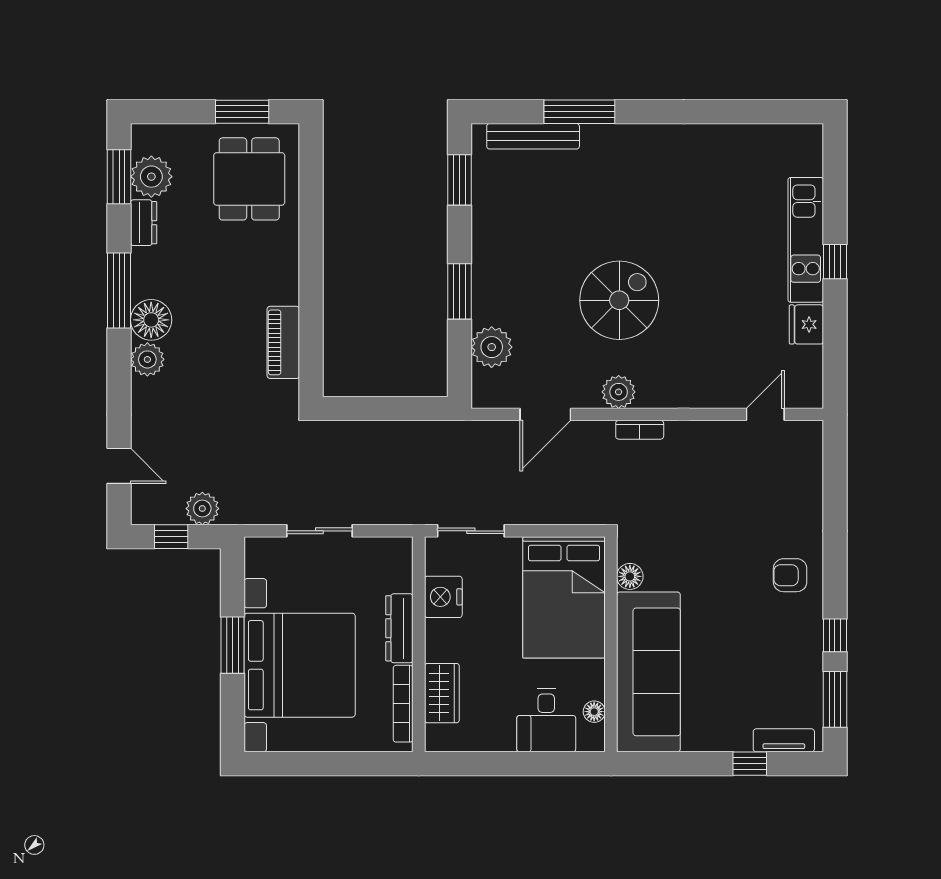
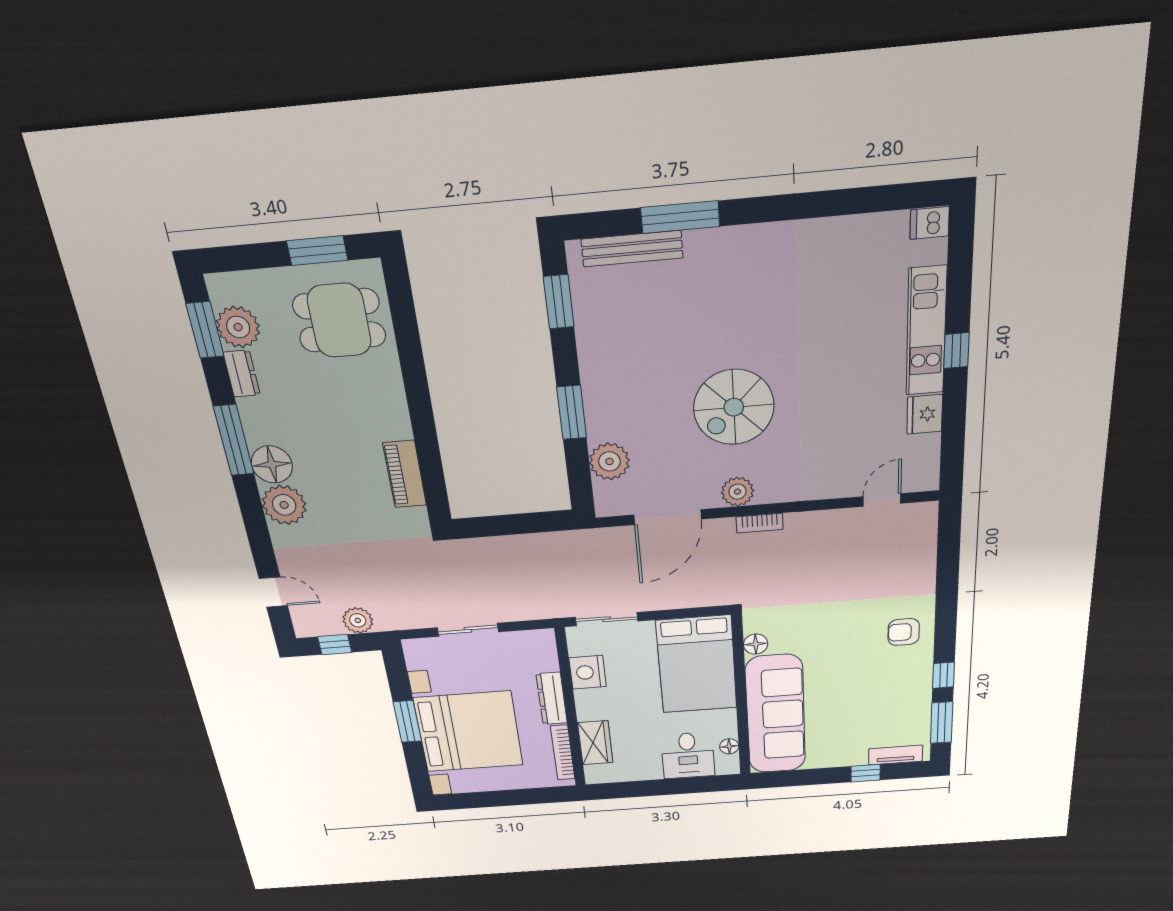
dishwasher: (806, 138) -> (930, 223), added
dining table: (249, 179) -> (339, 320), turned 90
spiral stairs: (619, 300) -> (734, 407), turned 180
plant: (147, 359) -> (284, 505), width x1.36, depth x1.36
door: (545, 414) -> (668, 517), width x1.36

